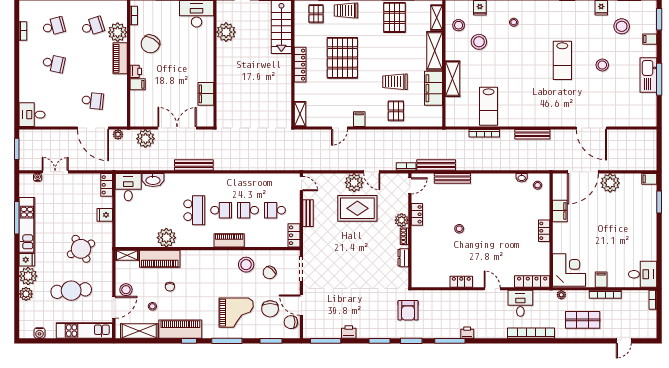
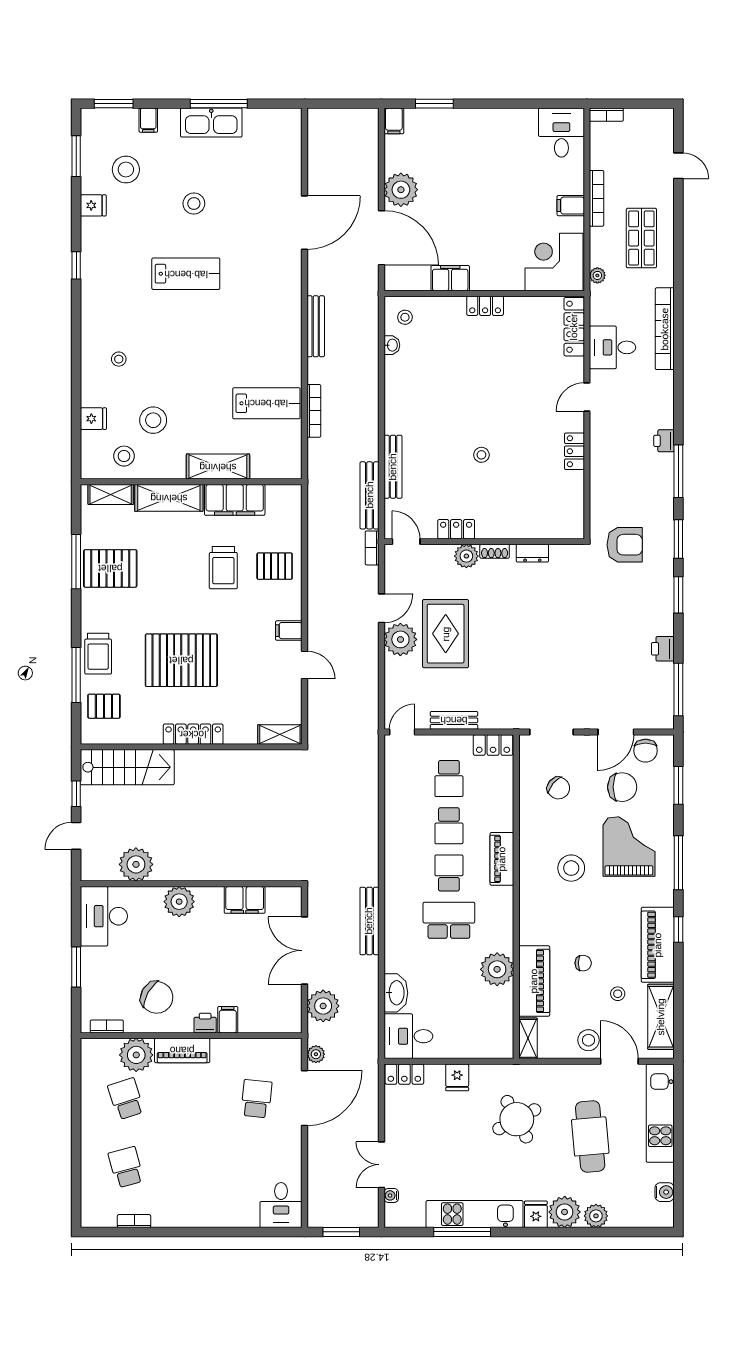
plant: (205, 57) -> (179, 902), added
school desk: (54, 63) -> (191, 1167), removed
stool: (246, 265) -> (571, 868), moved

